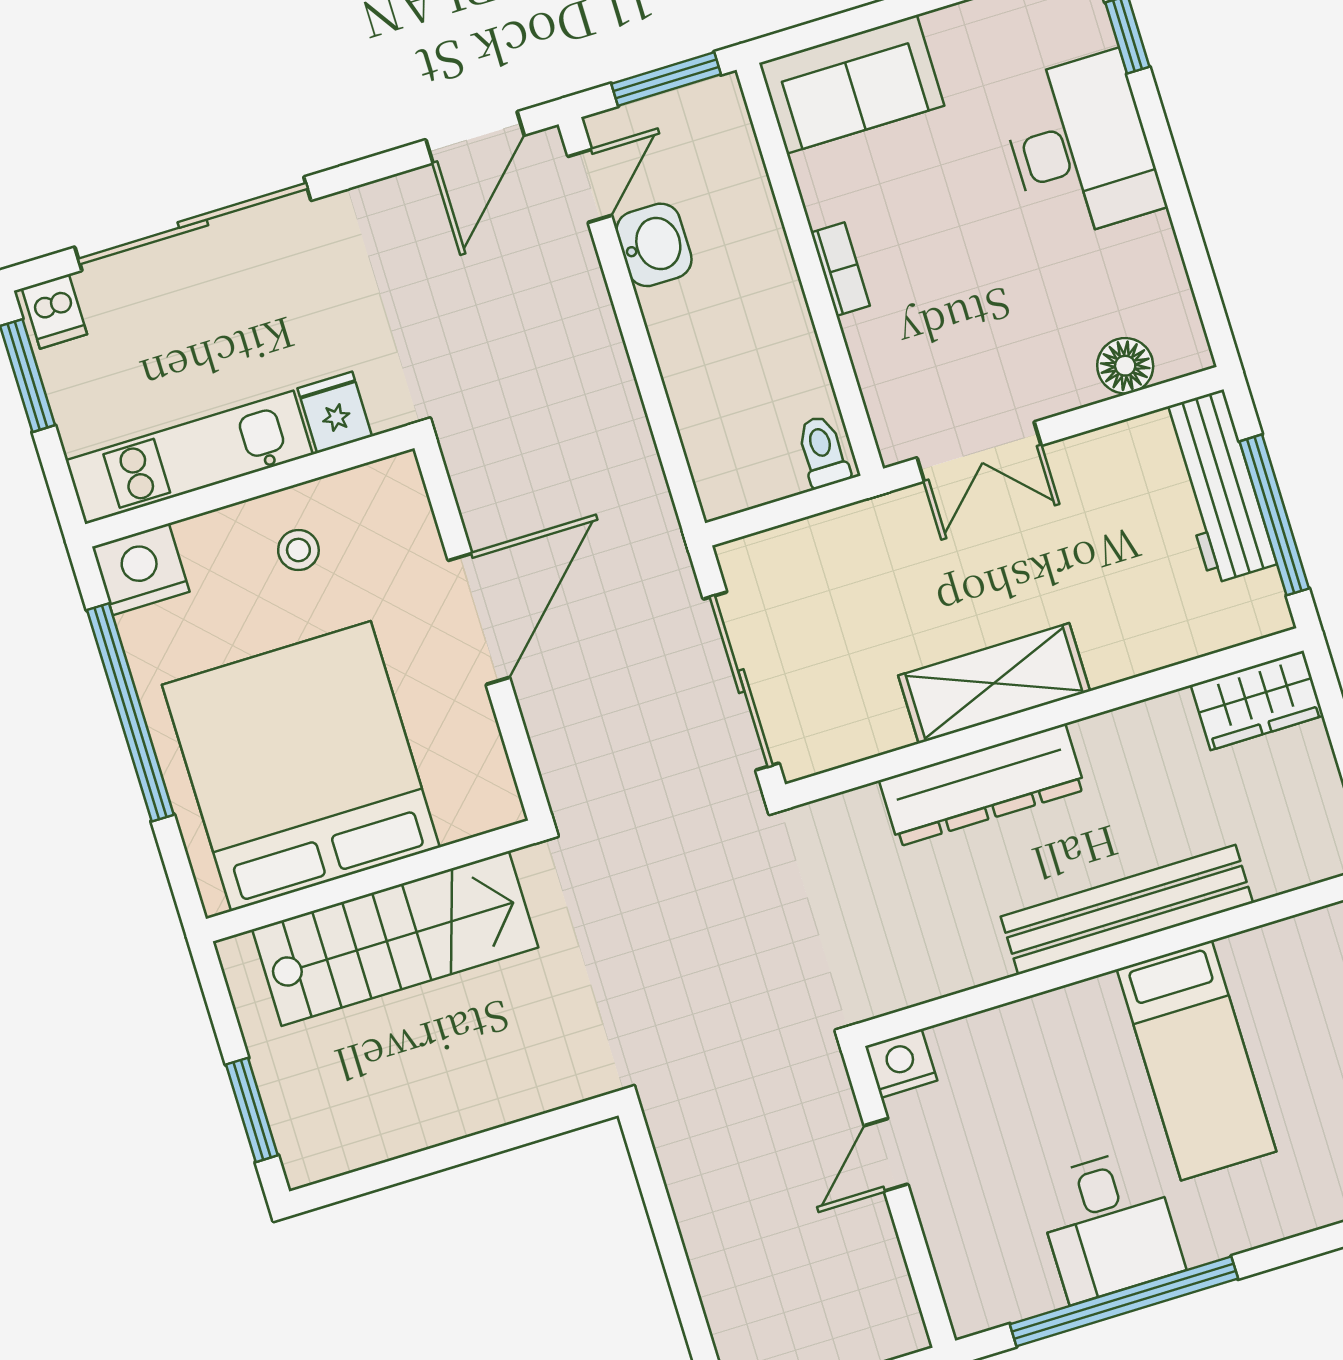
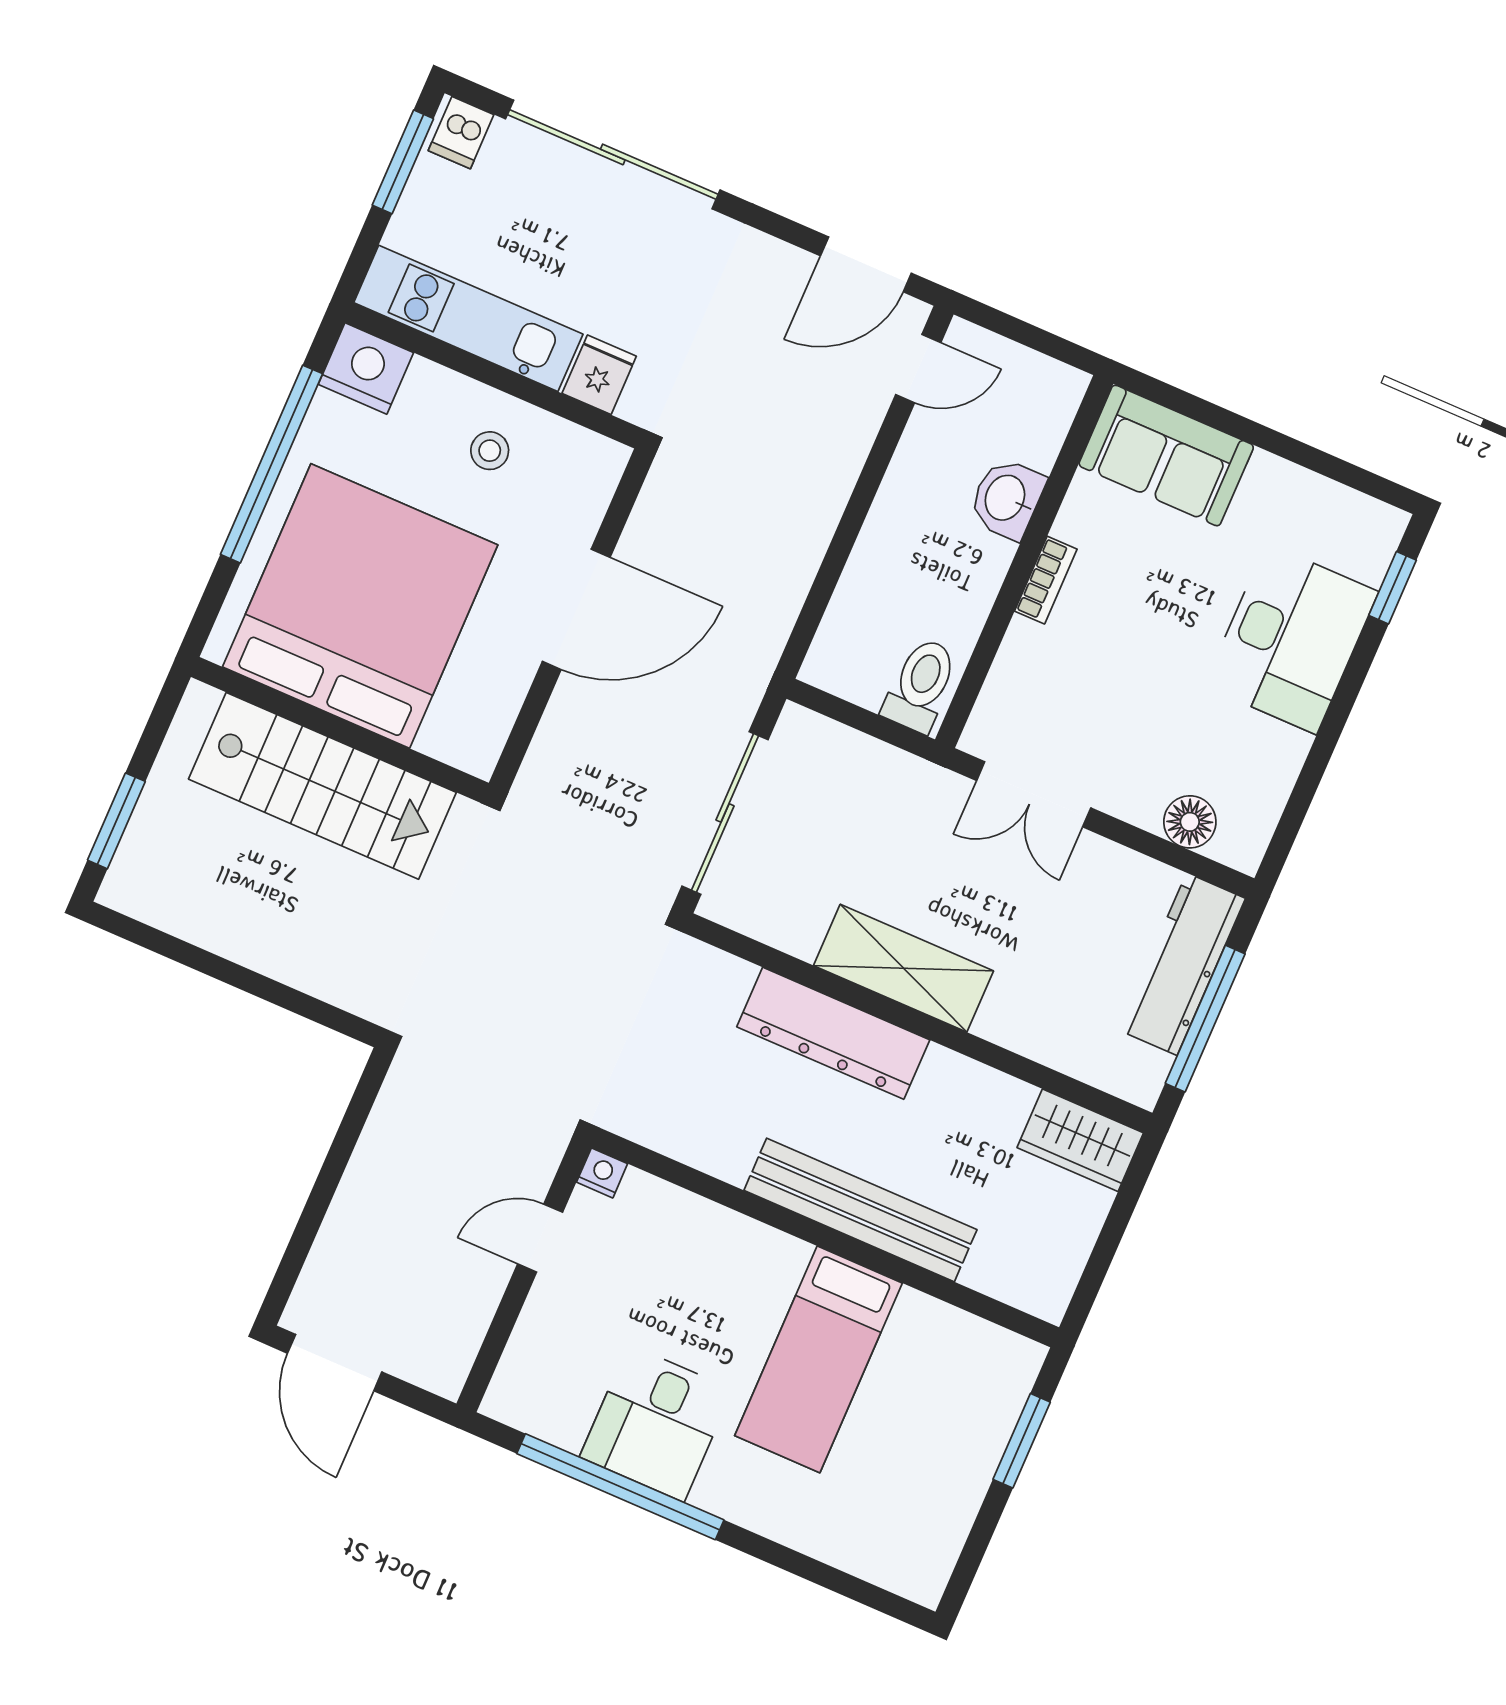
window: (666, 79) -> (1037, 339), removed
washbasin: (654, 245) -> (1007, 498), moved, turned 180
toilet: (823, 452) -> (921, 685), width x1.37, depth x1.39
nightstand: (901, 1063) -> (602, 1173), width x0.72, depth x0.74

